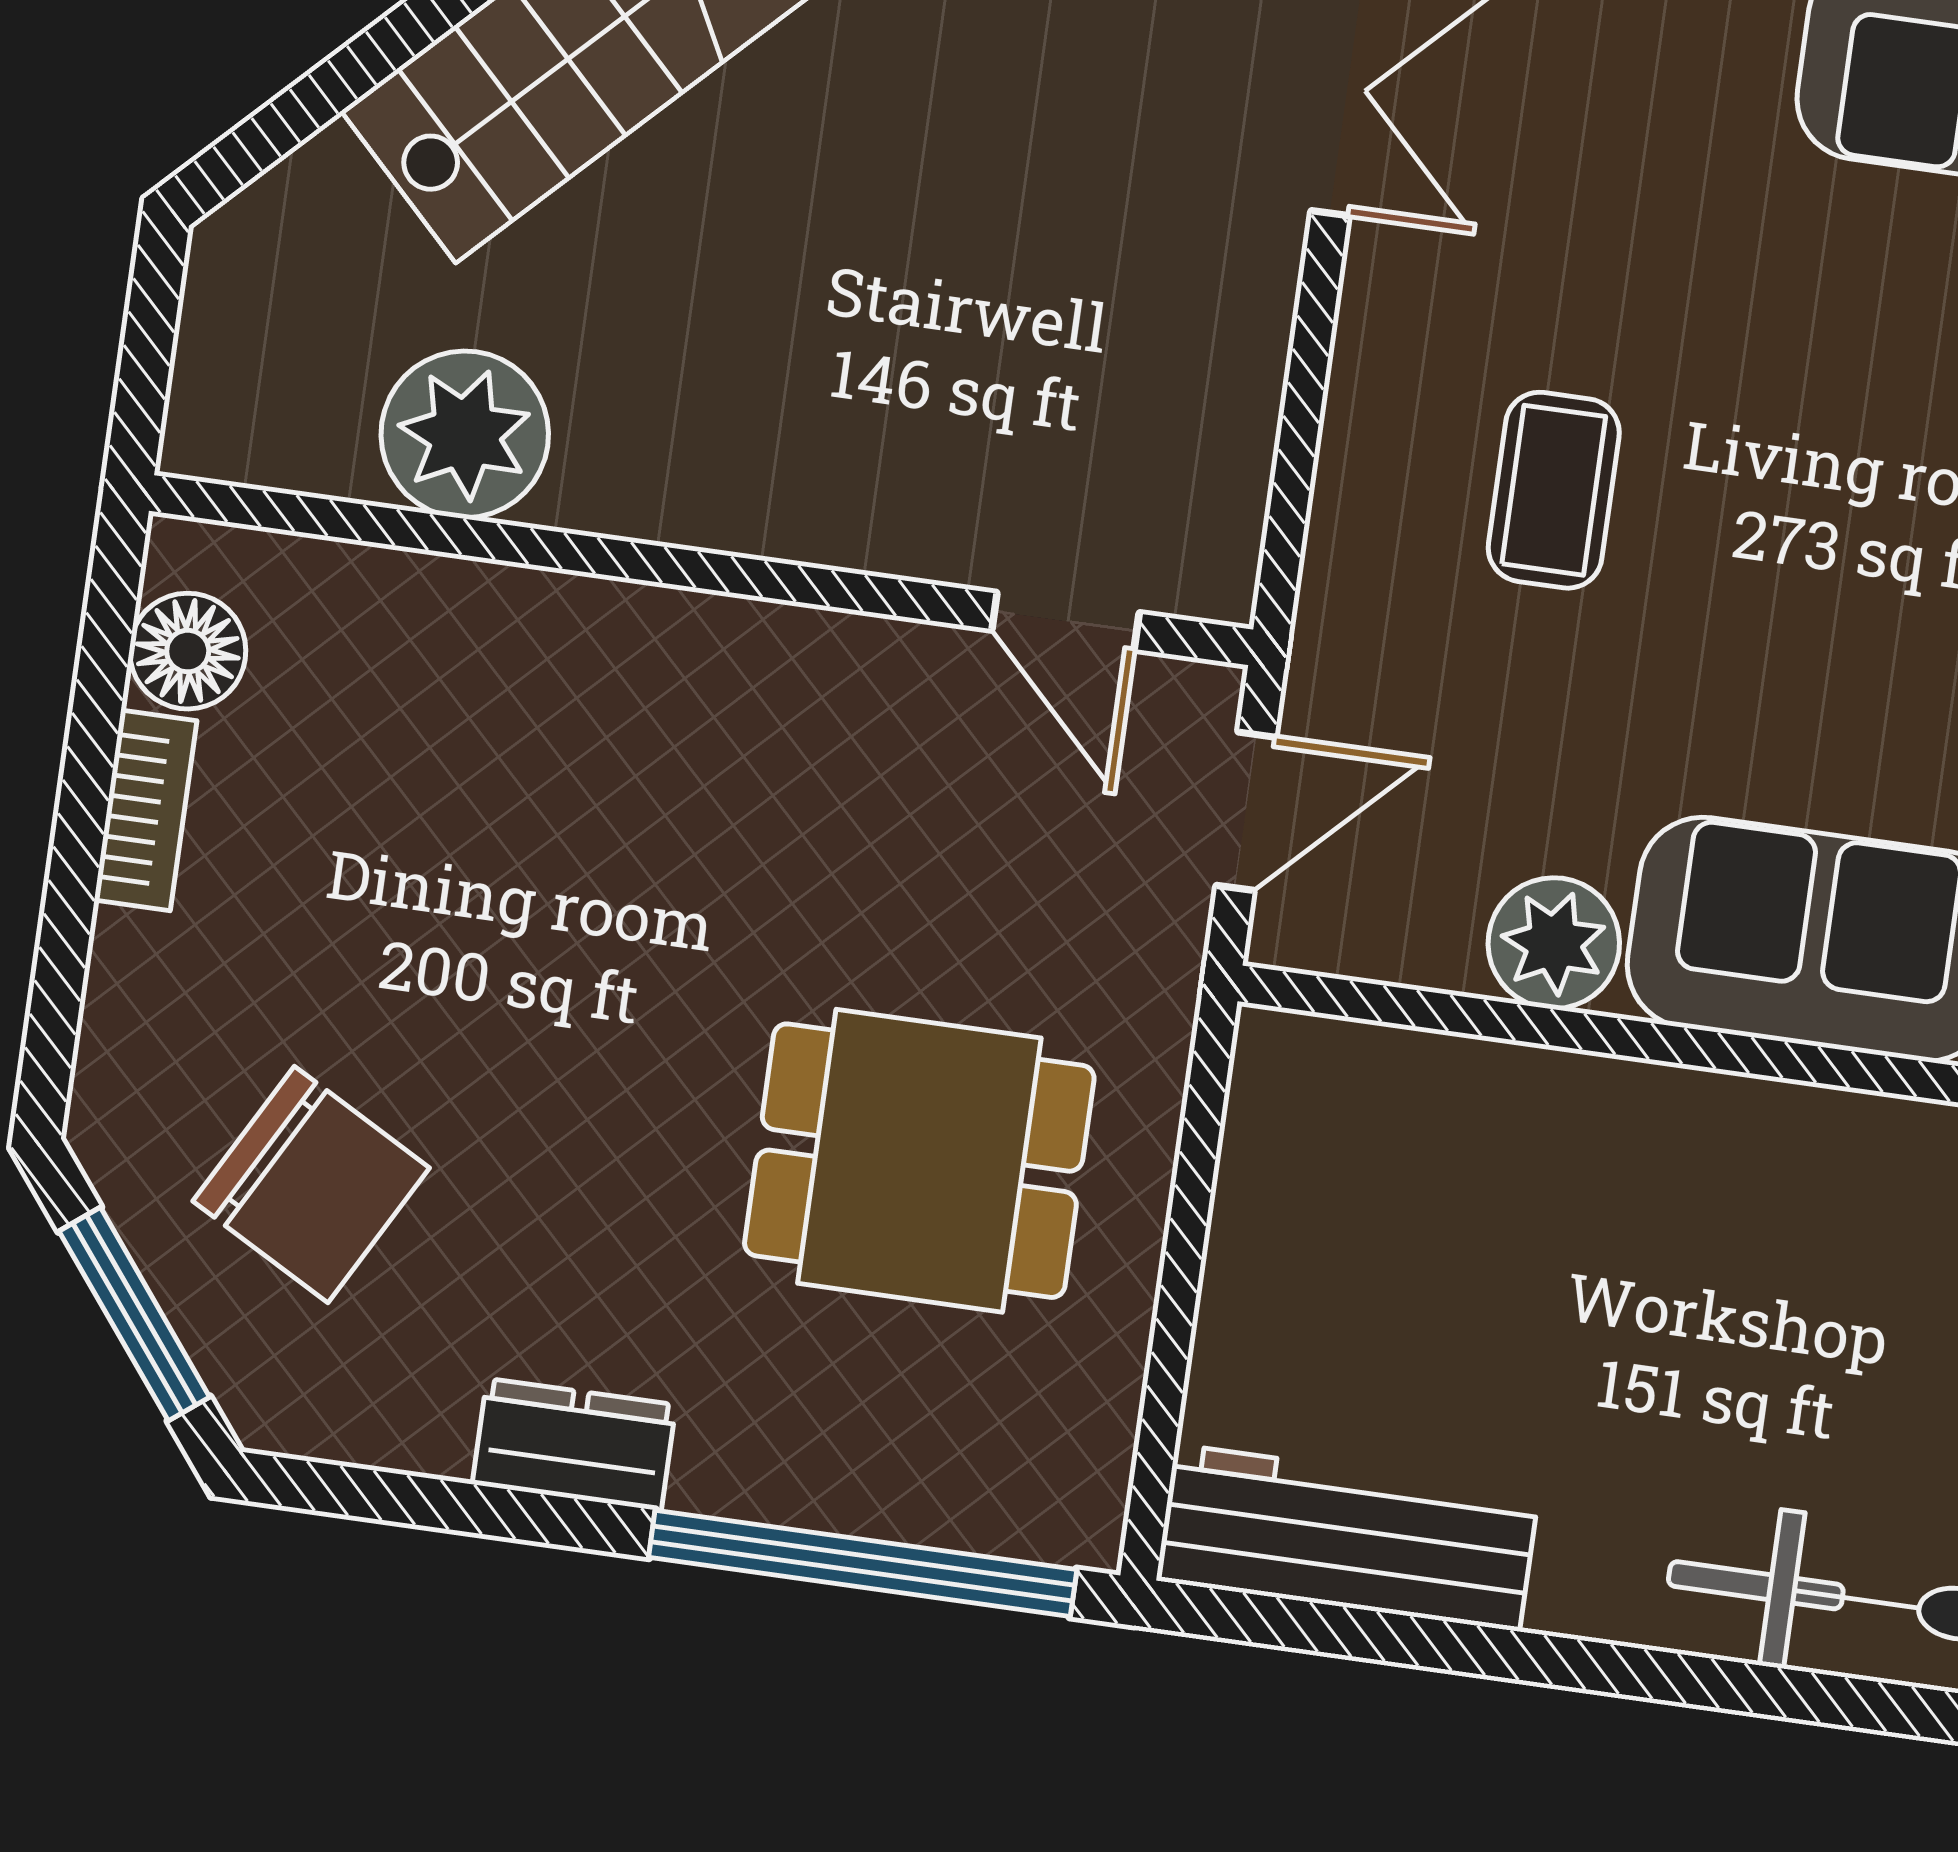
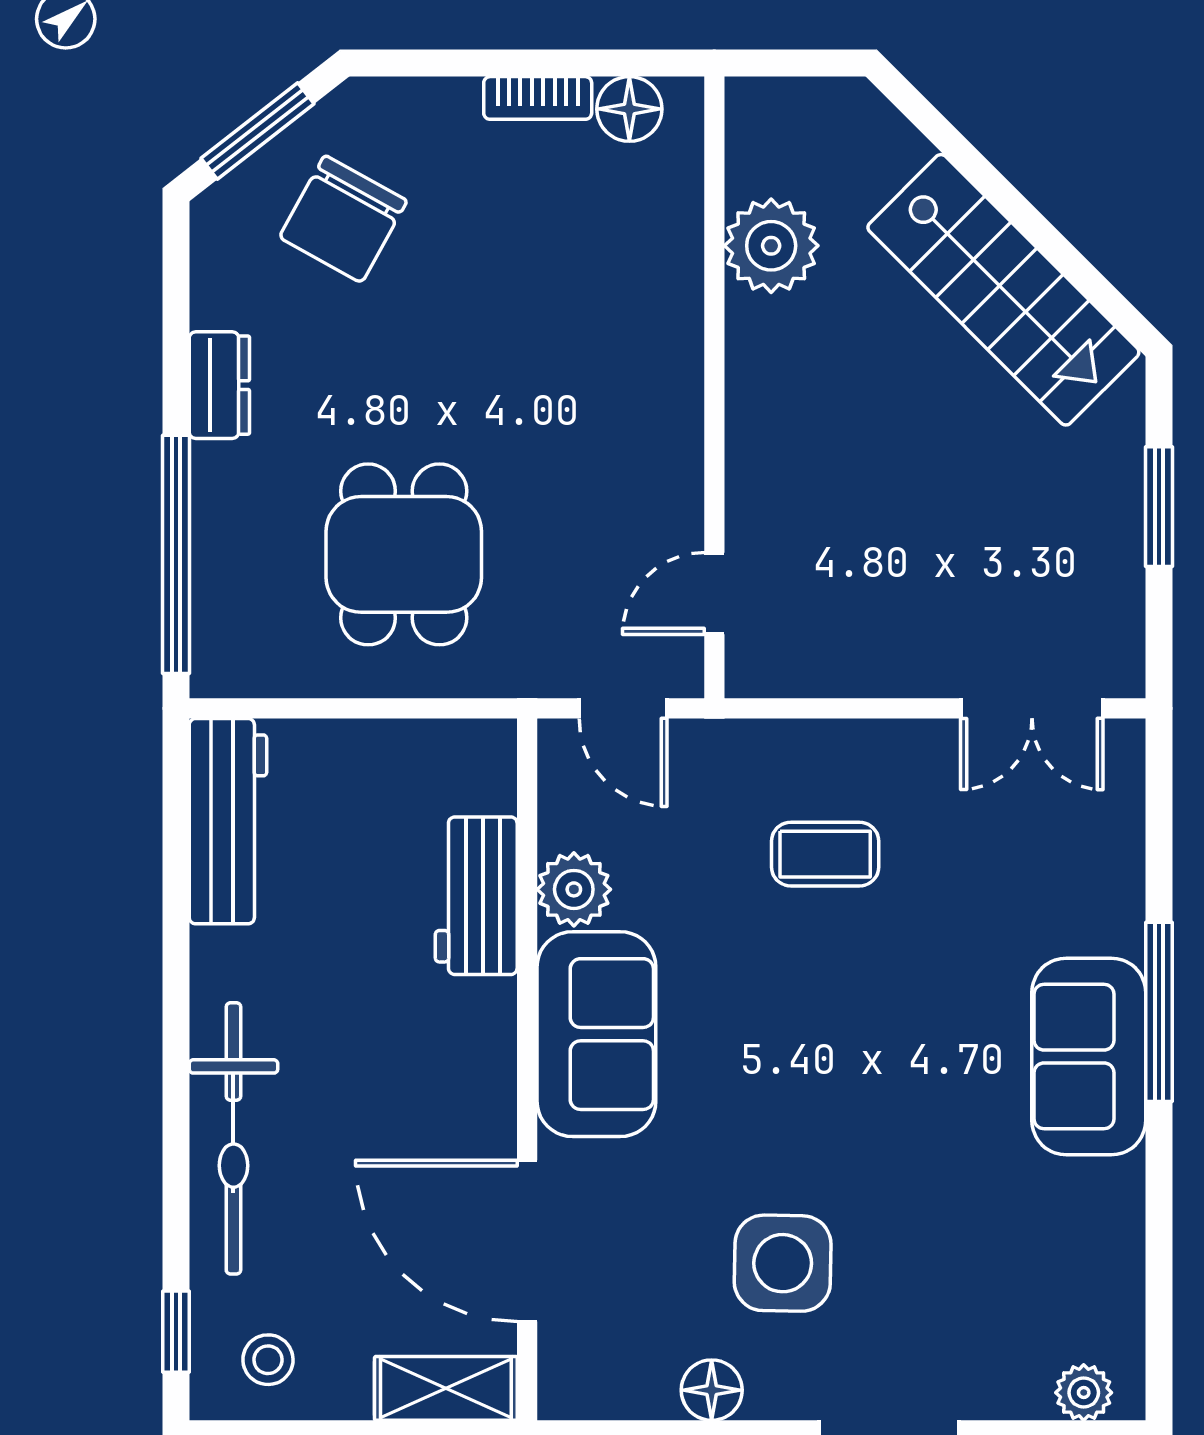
workbench: (1541, 1117) -> (476, 896), added

